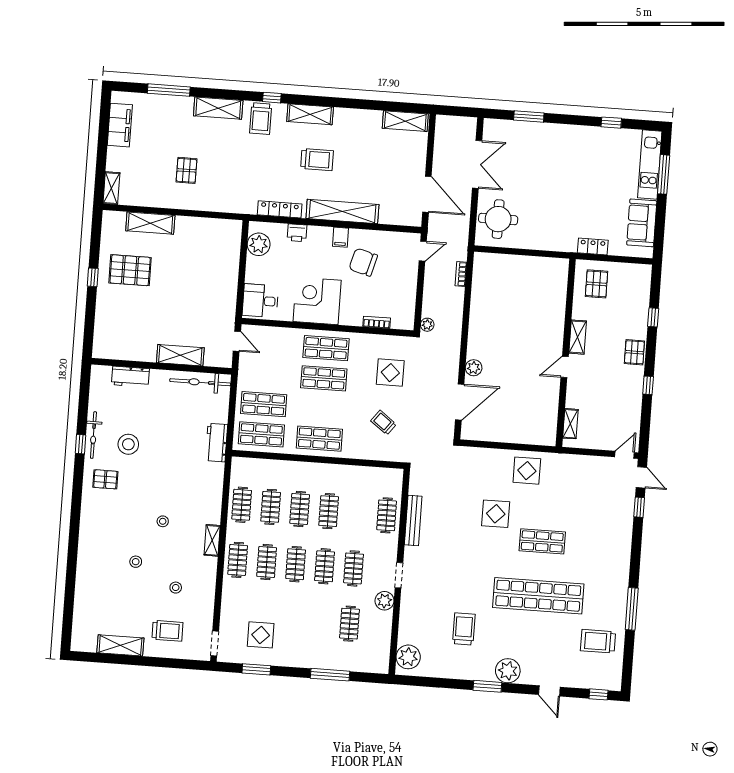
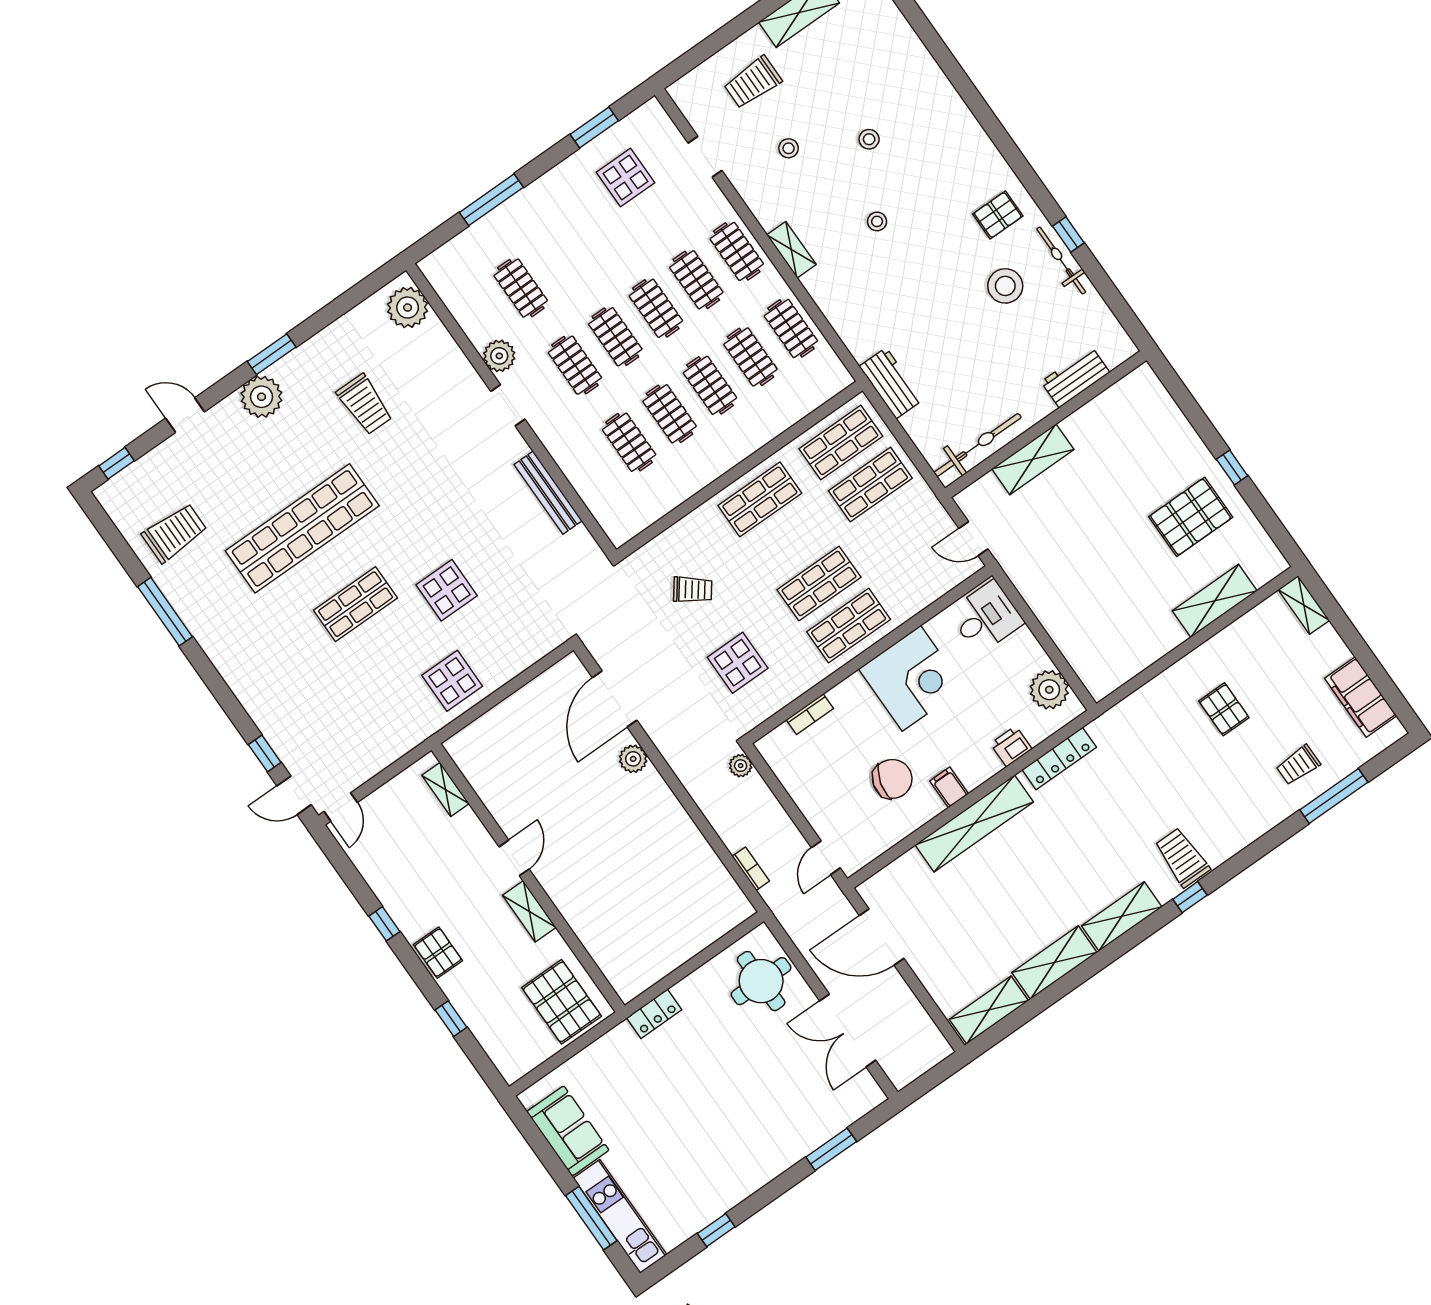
shelving: (218, 108) -> (1054, 962), moved
trolley: (317, 160) -> (1298, 765), moved, width x0.73, depth x0.72
locker: (593, 246) -> (654, 1014), moved
pallet: (597, 284) -> (562, 1002), width x1.50, depth x1.42
clothes rail: (387, 515) -> (629, 442), moved
doorway: (215, 644) -> (705, 157), moved

